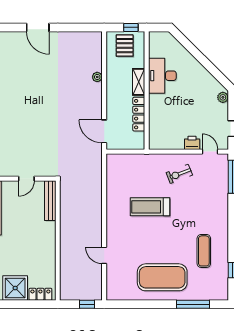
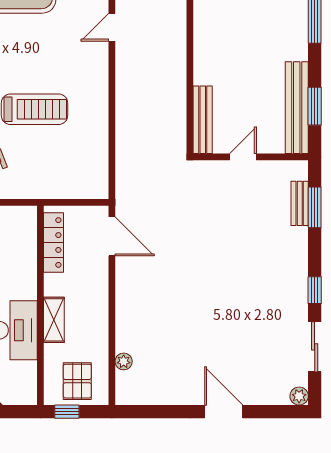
plant: (97, 77) -> (124, 361), moved
locker: (139, 114) -> (53, 243), moved
door: (104, 255) -> (112, 27), swing flipped

